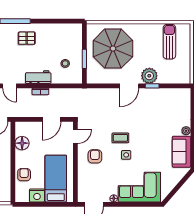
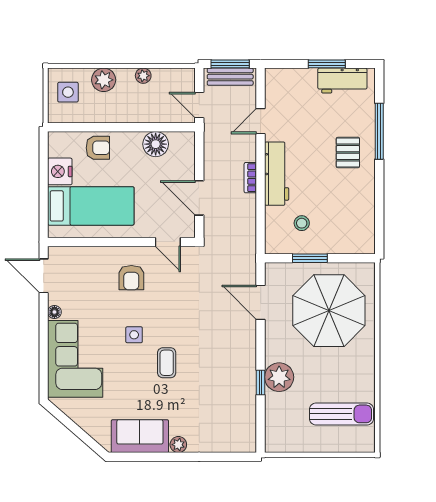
workbench: (38, 77) -> (277, 174), width x1.38
door: (129, 86) -> (261, 302), moved
coffee table: (120, 138) -> (167, 363), moved
armchair: (95, 156) -> (131, 278), turned 90

